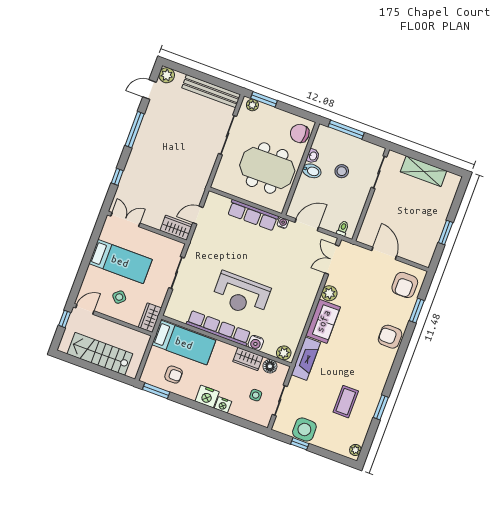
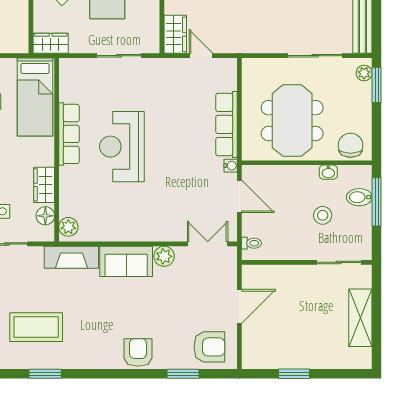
bidet: (312, 171) -> (359, 197), moved, turned 90
armchair: (405, 285) -> (209, 347), turned 180
row of seats: (219, 328) -> (69, 134), width x0.73
water cooler: (256, 343) -> (68, 187), removed
coffee table: (346, 402) -> (36, 327), width x1.36, depth x1.32

